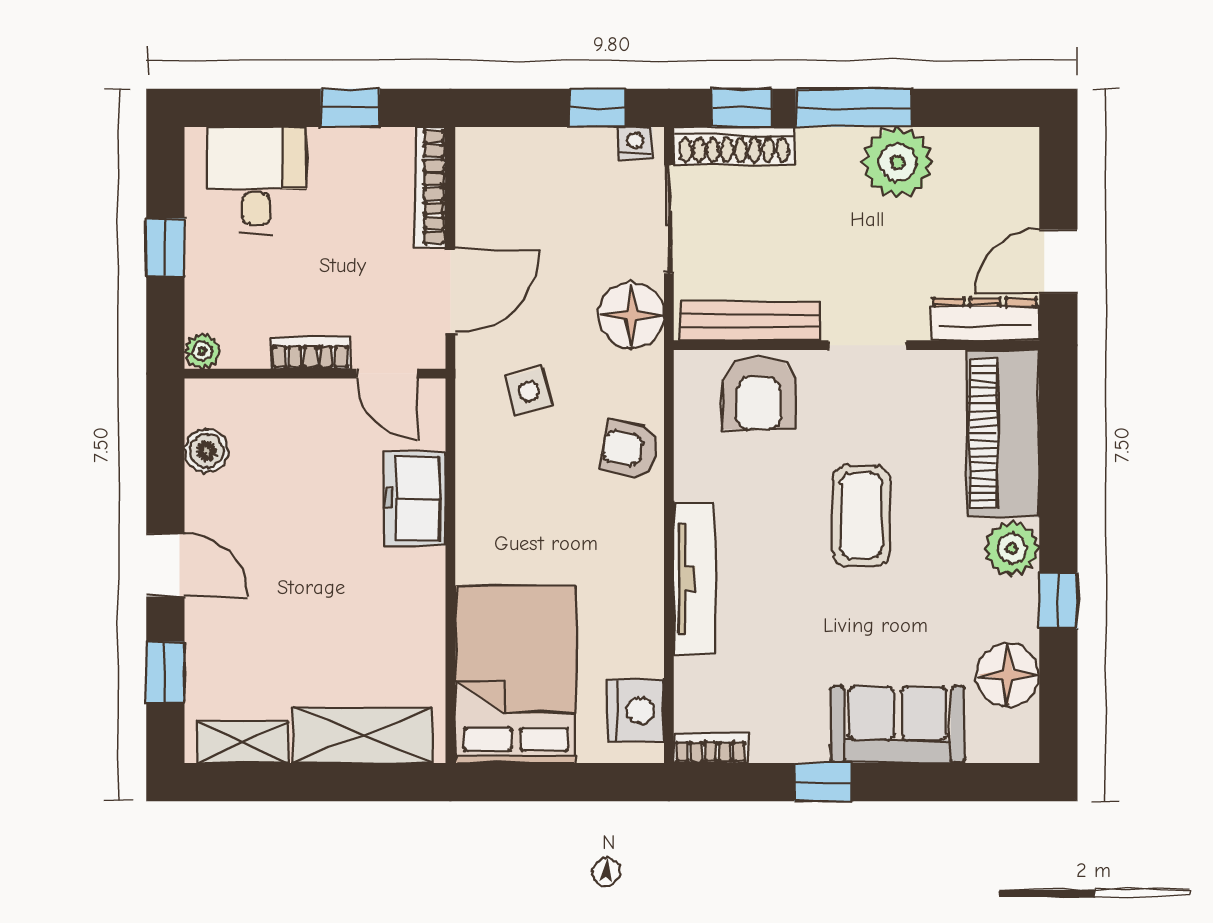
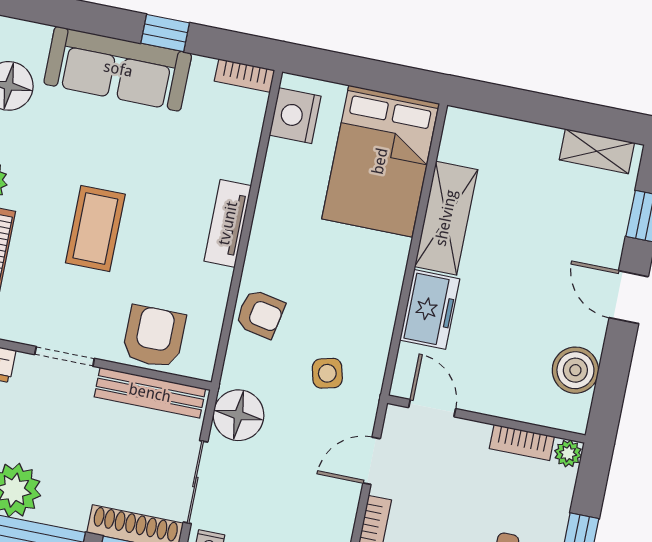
door: (450, 291) -> (372, 461), width x0.73
bookcase: (310, 353) -> (522, 443), moved
boiler: (206, 451) -> (575, 370), width x1.36, depth x1.36
tv unit: (694, 578) -> (228, 223), width x0.71
sofa: (898, 725) -> (118, 69), width x1.36
shelving: (363, 735) -> (446, 218), moved, turned 90

